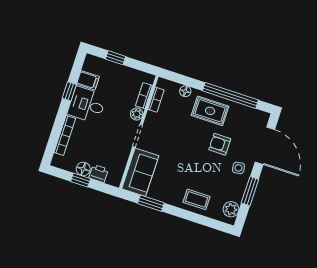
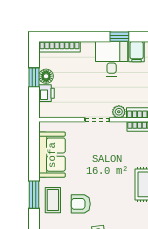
bookcase: (65, 135) -> (59, 47), moved
armchair: (220, 144) -> (81, 204), moved, turned -90
sofa: (140, 172) -> (52, 155), moved, turned -90
window: (151, 203) -> (34, 195), moved

